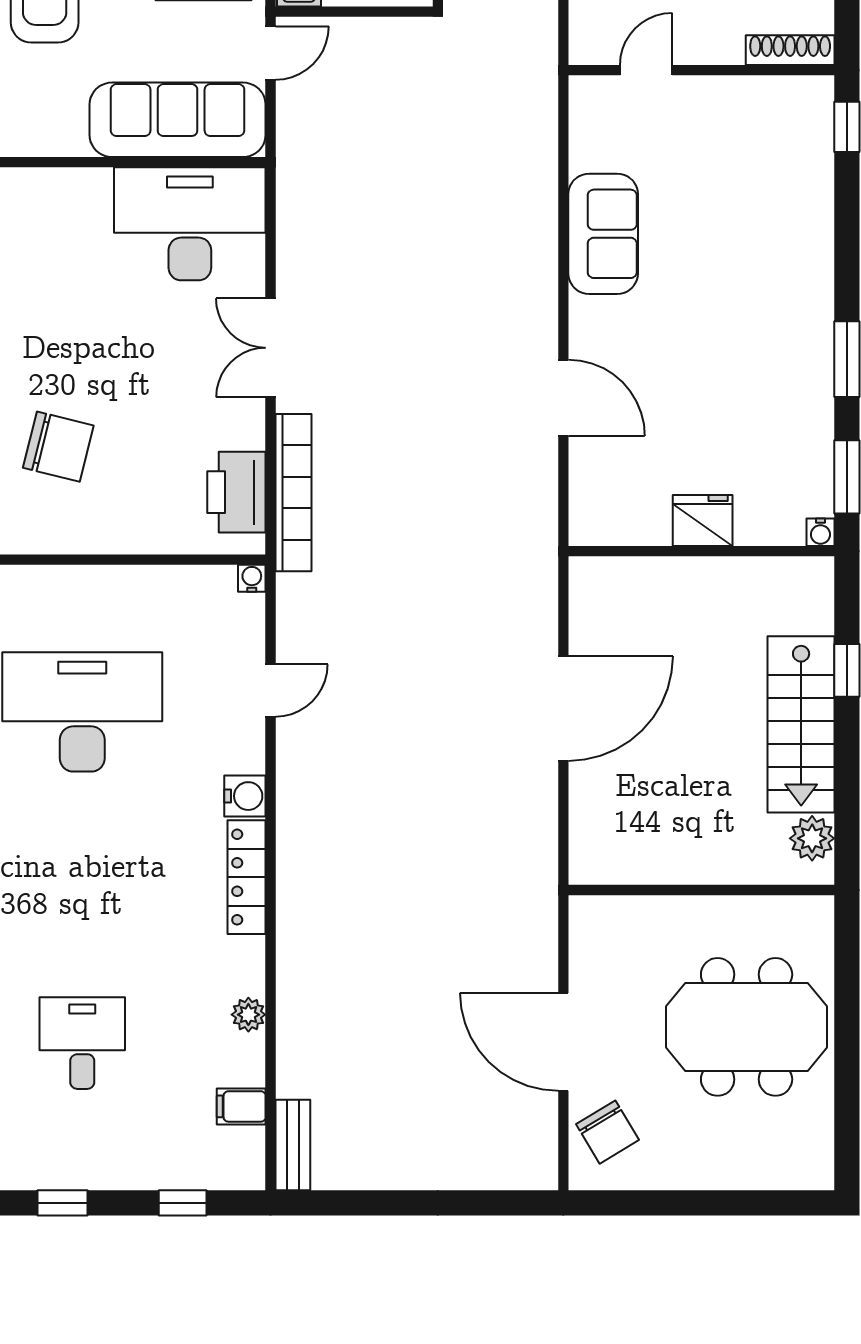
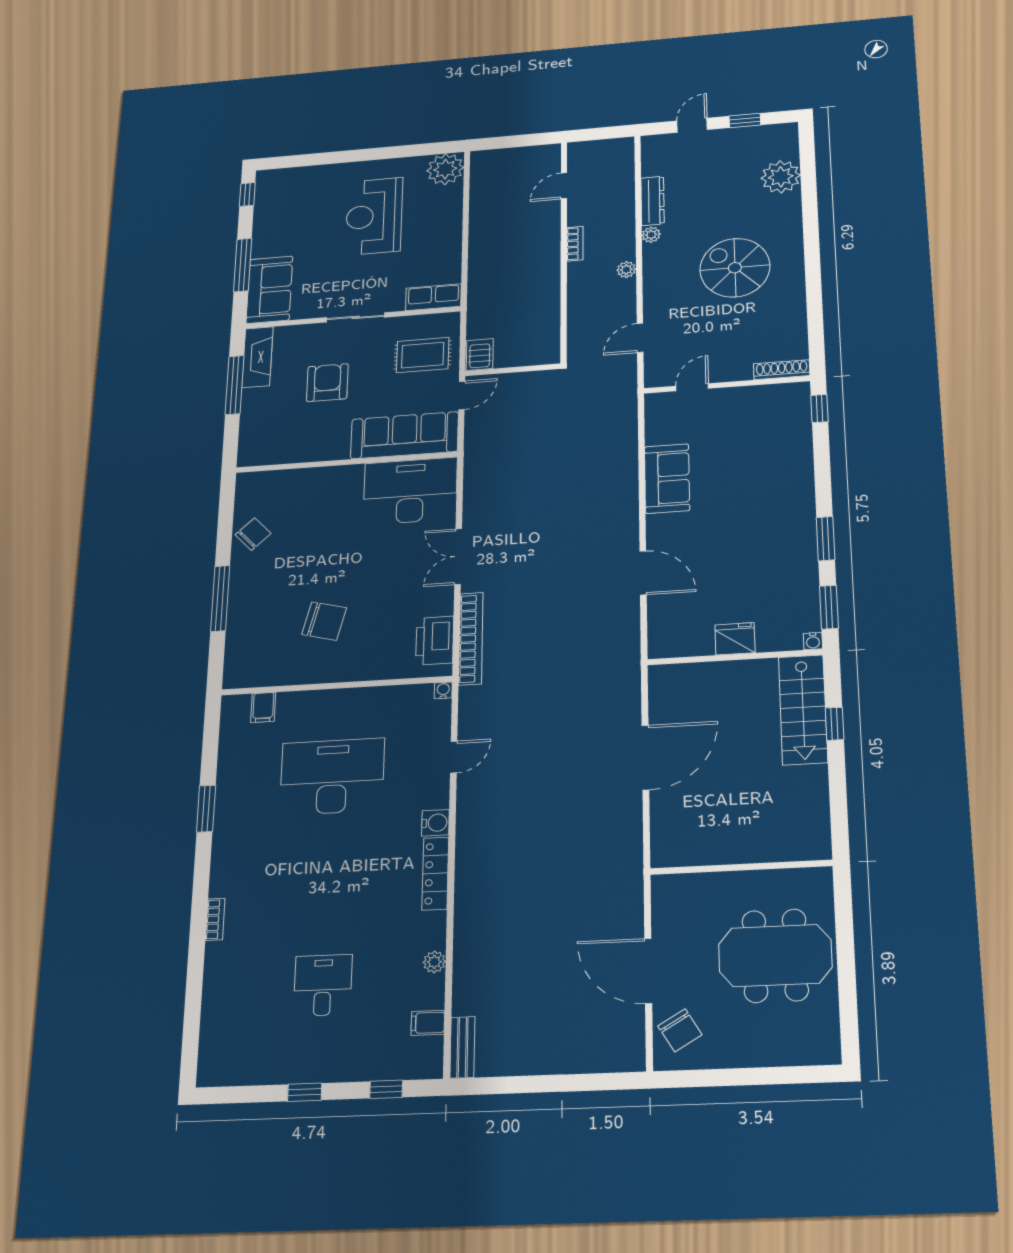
stairs: (801, 724) -> (803, 710), moved
plant: (812, 838) -> (816, 830), removed

